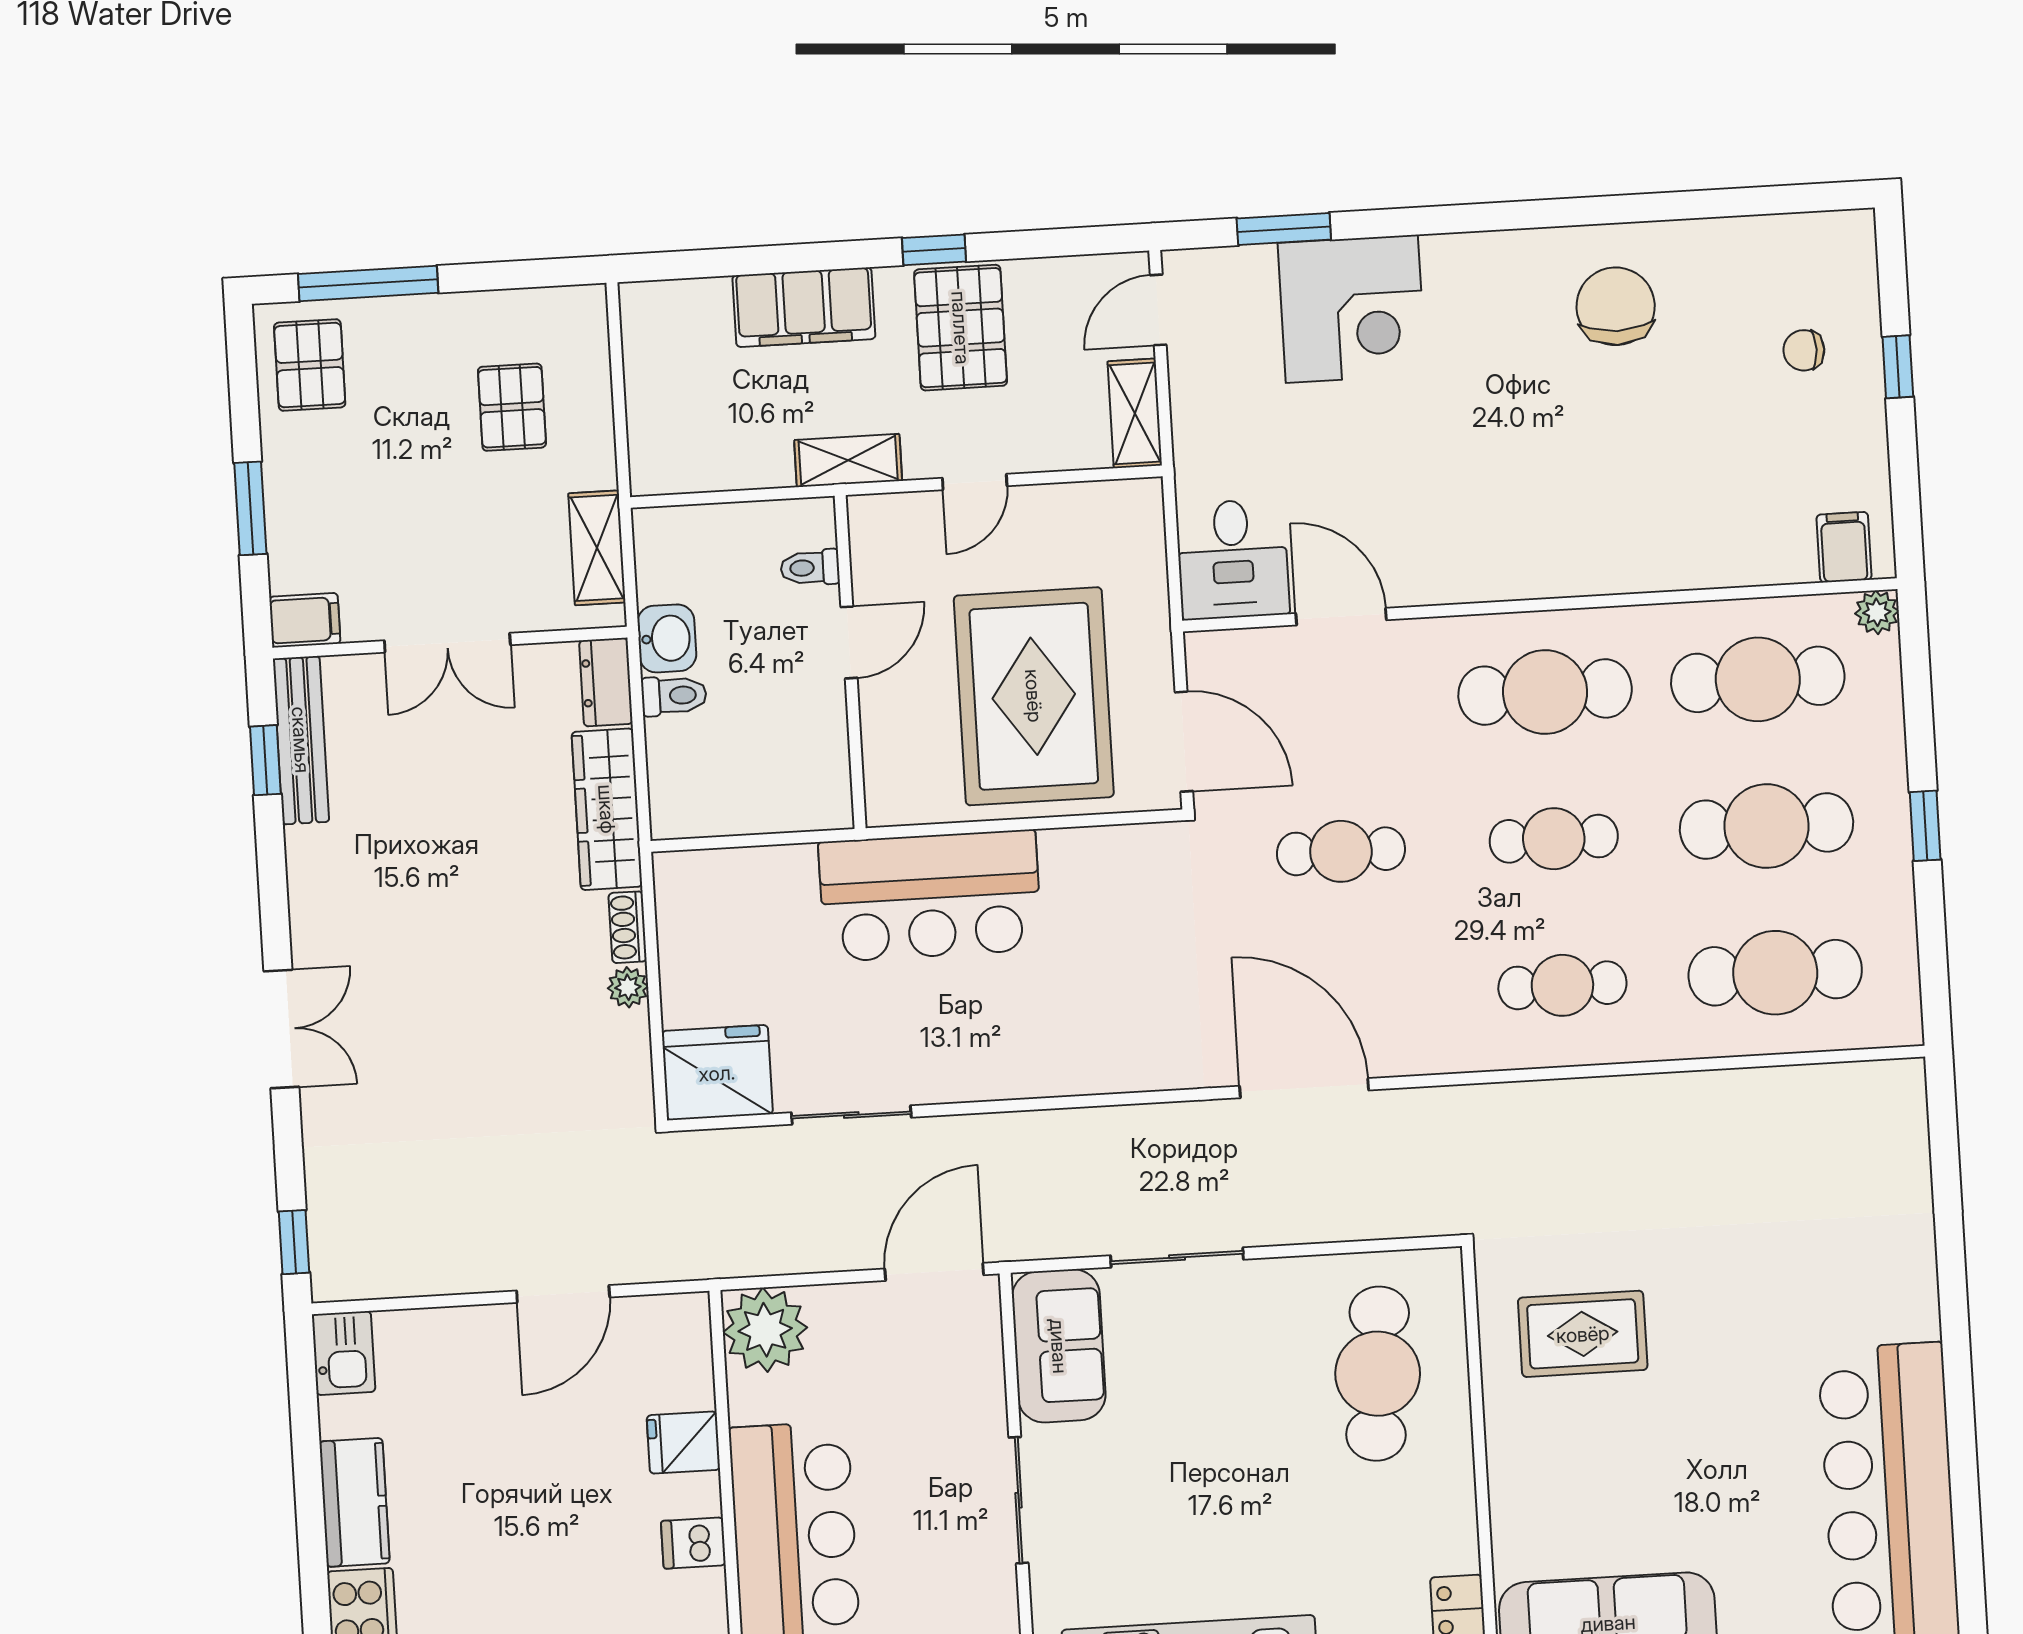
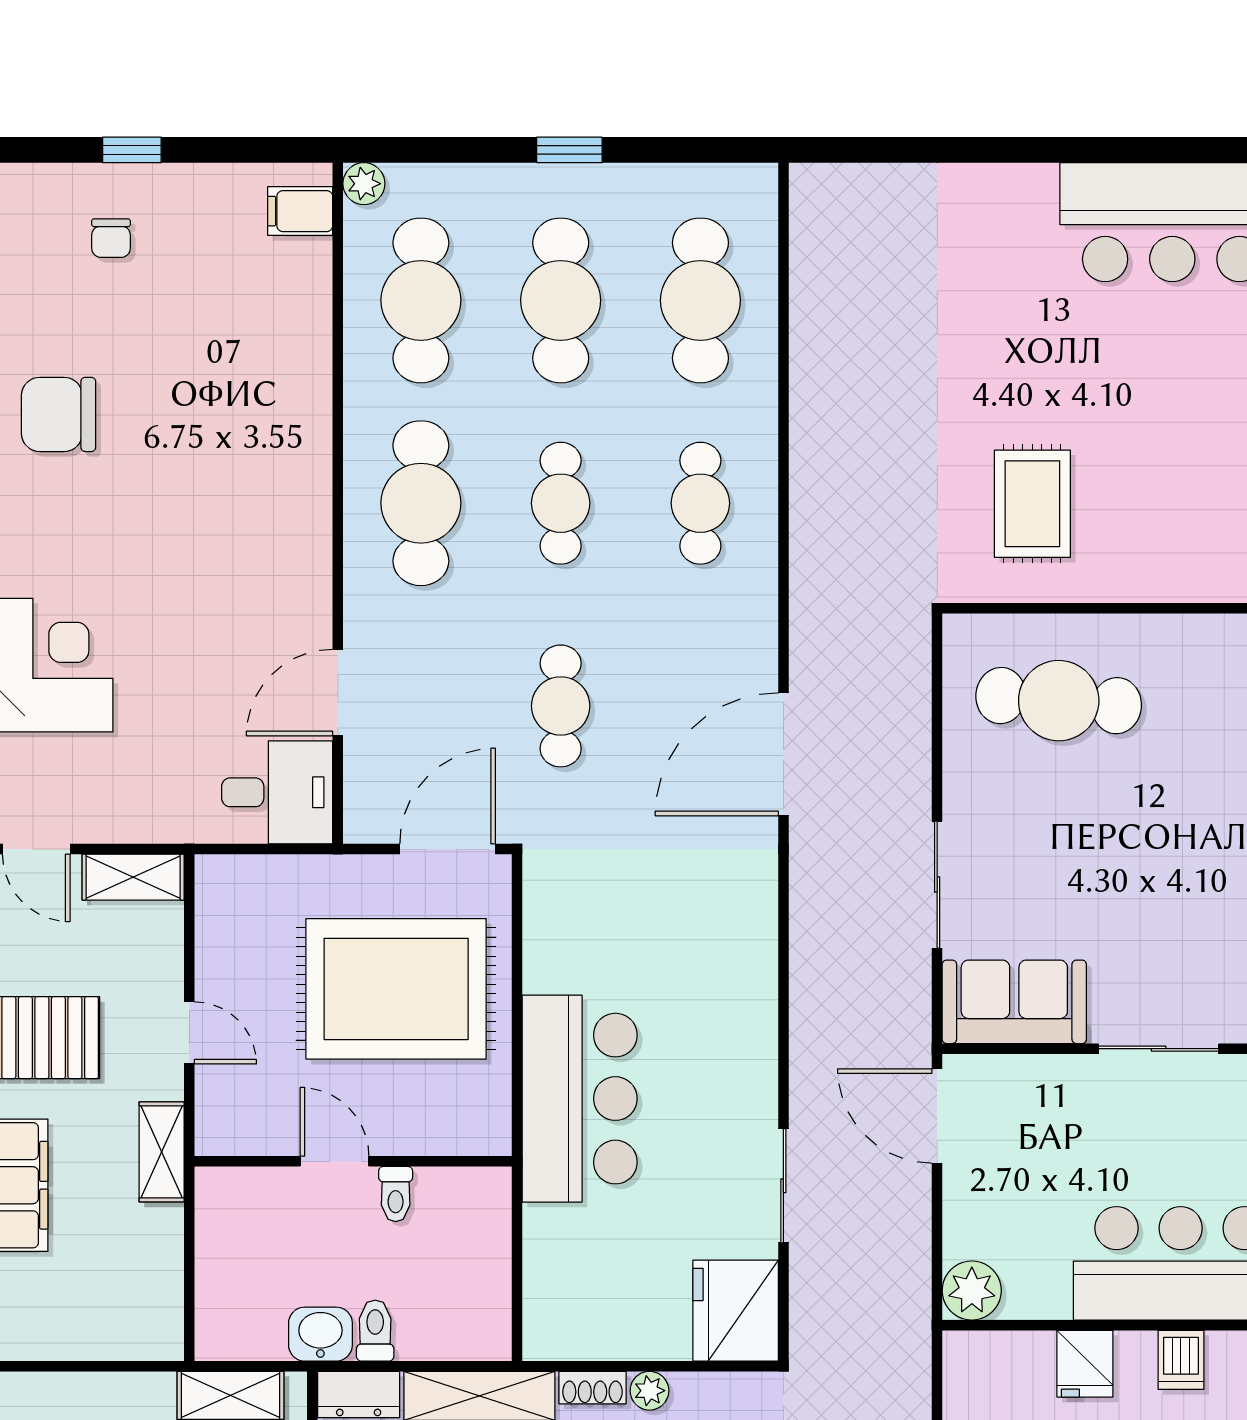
toilet: (810, 568) -> (396, 1194), moved
plant: (765, 1330) -> (972, 1291), width x0.73, depth x0.73

